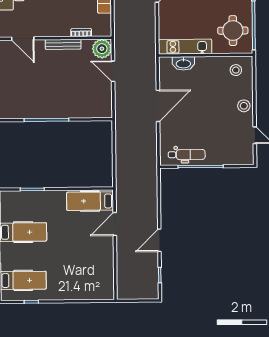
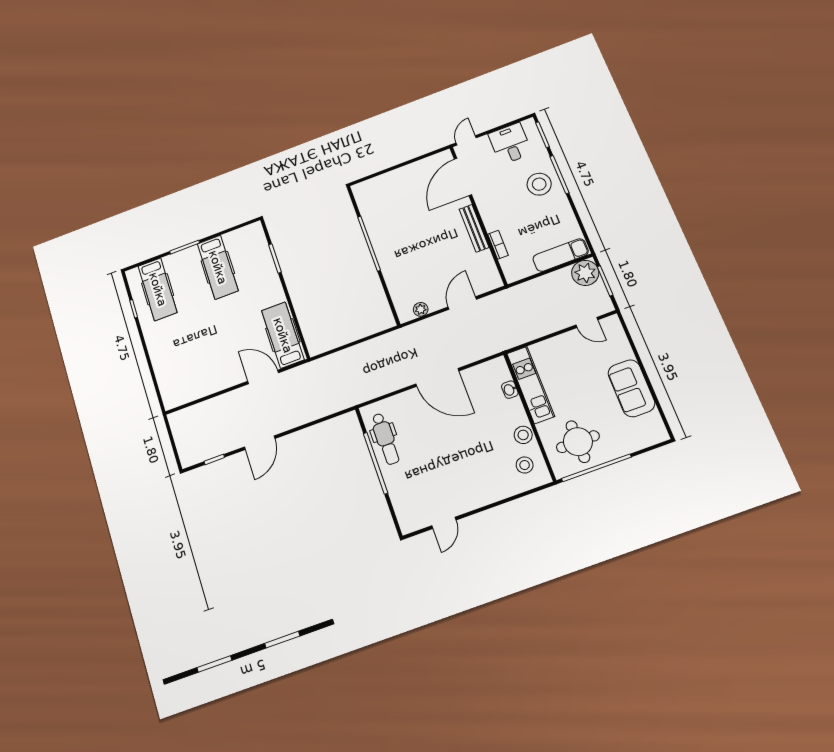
door: (23, 39) -> (463, 177), width x1.36
plant: (102, 49) -> (421, 309), moved, width x0.53, depth x0.53
washbasin: (183, 63) -> (510, 390), width x0.52, depth x0.69
stool: (244, 106) -> (523, 435), moved
door: (159, 240) -> (260, 443), swing flipped

